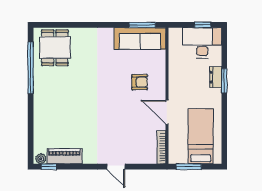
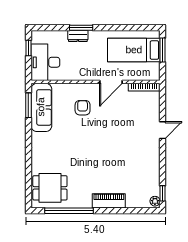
desk: (202, 43) -> (45, 62), moved
piano: (64, 156) -> (109, 201), moved, turned 90
window: (189, 167) -> (162, 50), moved

